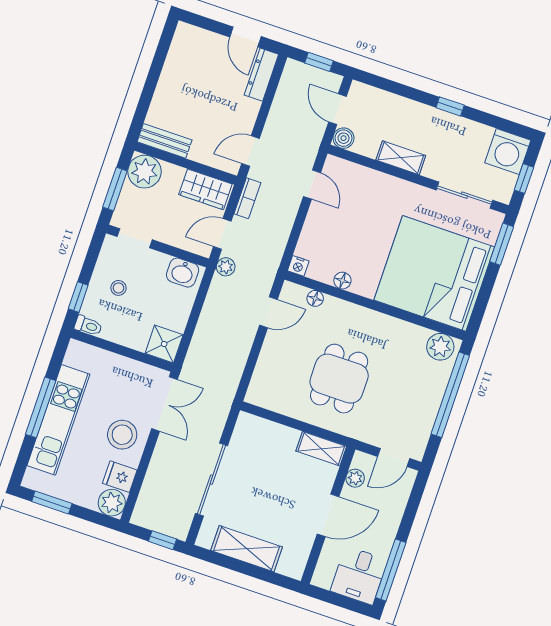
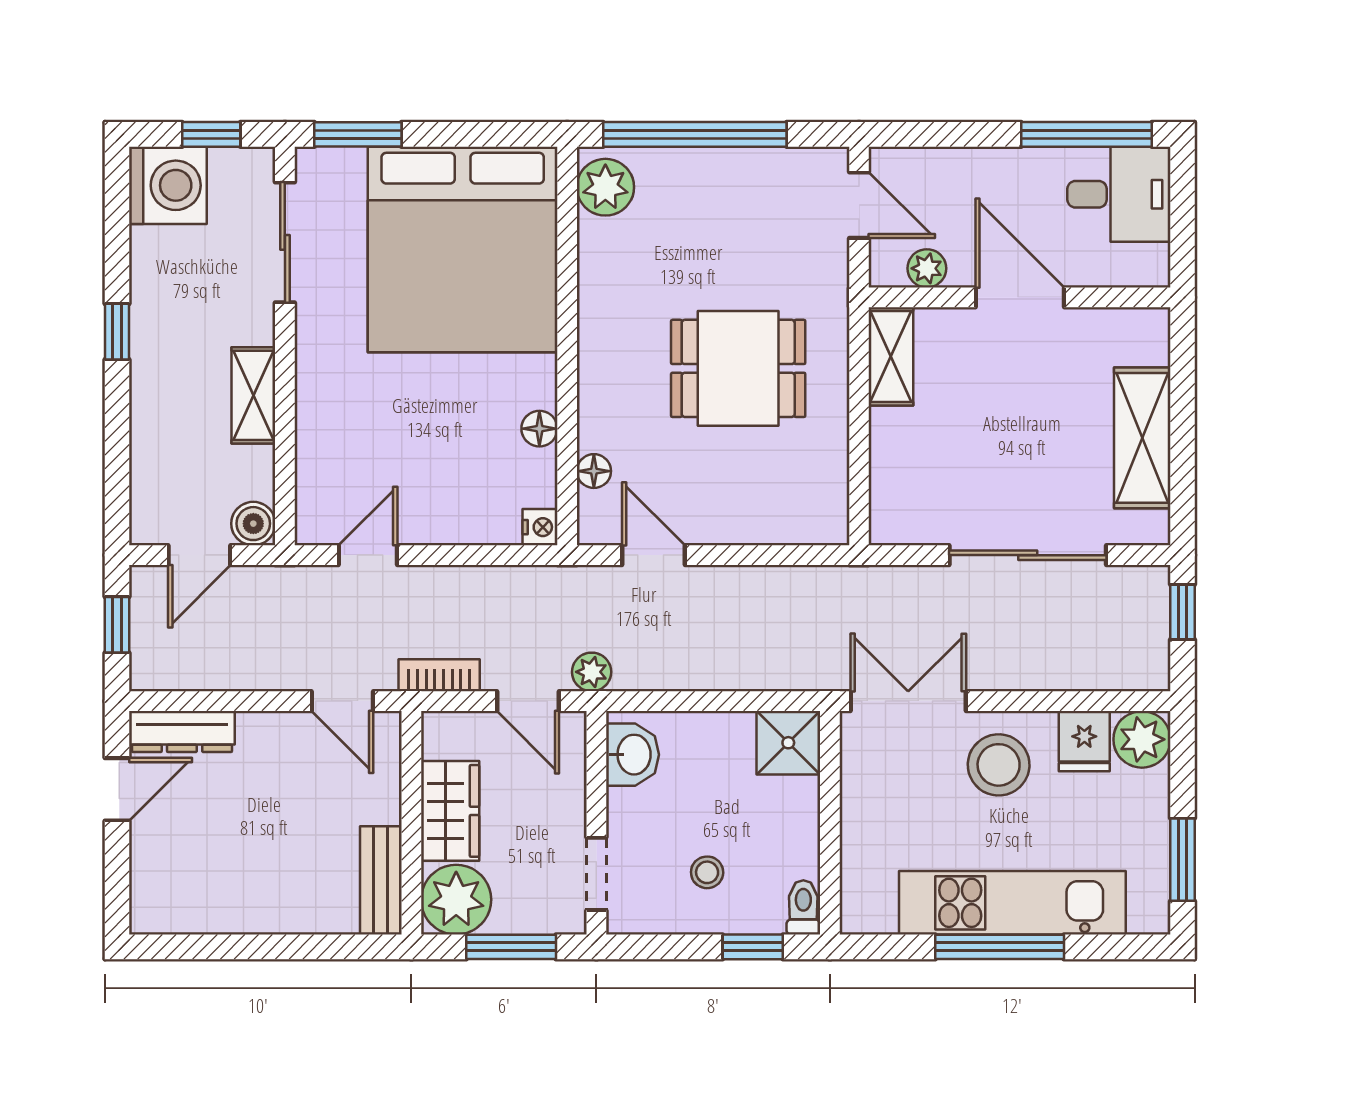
wardrobe: (205, 189) -> (450, 811), moved

